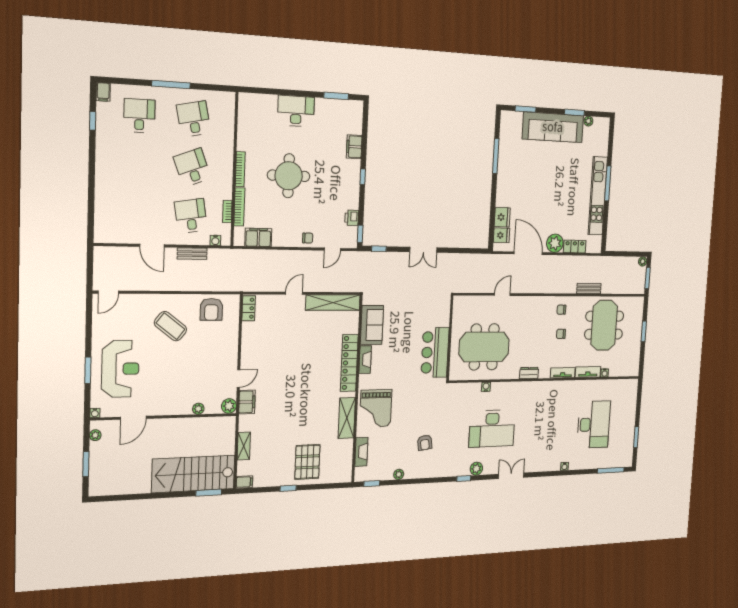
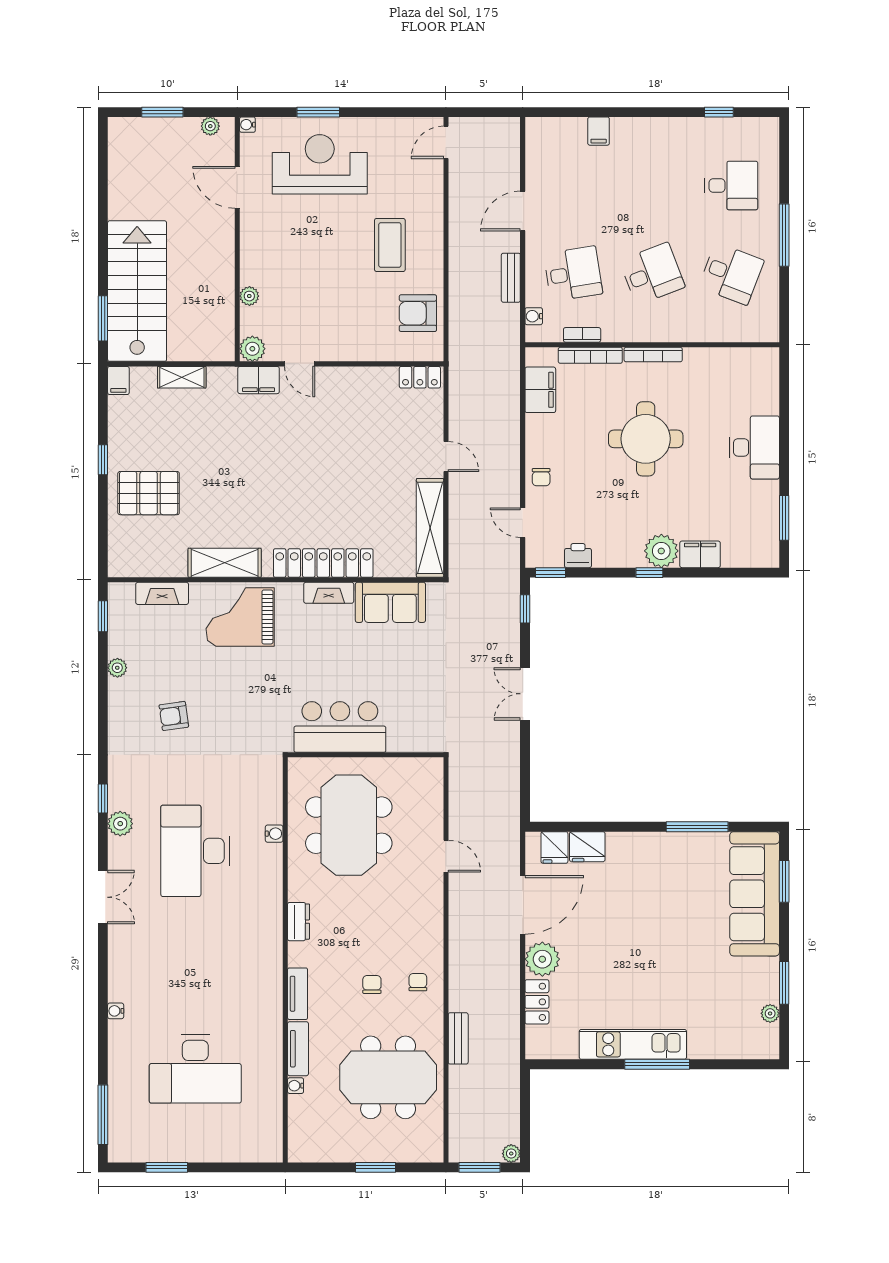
filing cabinet: (103, 92) -> (599, 131), moved, turned -90
desk: (194, 119) -> (731, 274), turned 33
sofa: (553, 127) -> (755, 894), moved
plant: (351, 169) -> (661, 551), added
kitchen unit: (598, 196) -> (633, 1044), width x0.73
door: (108, 292) -> (446, 142), hinge flipped
coffee table: (170, 326) -> (390, 245), turned -38
reception desk: (120, 369) -> (320, 164), turned 180

